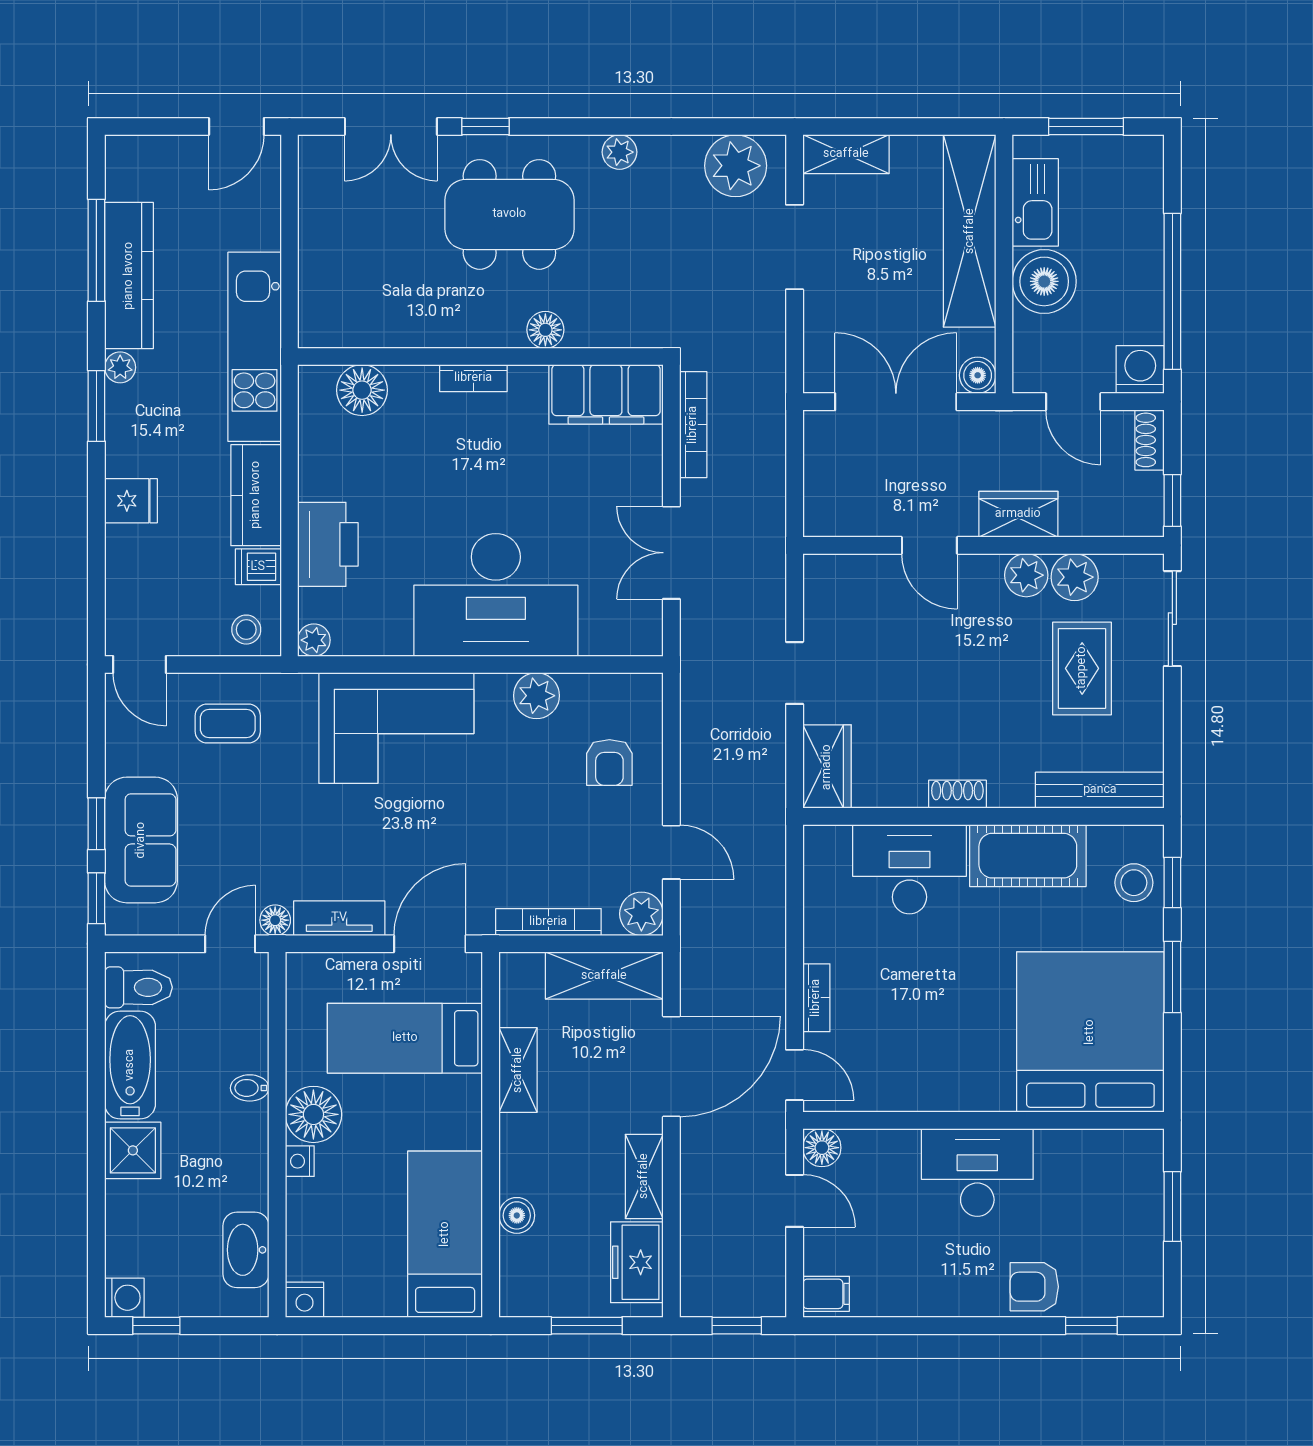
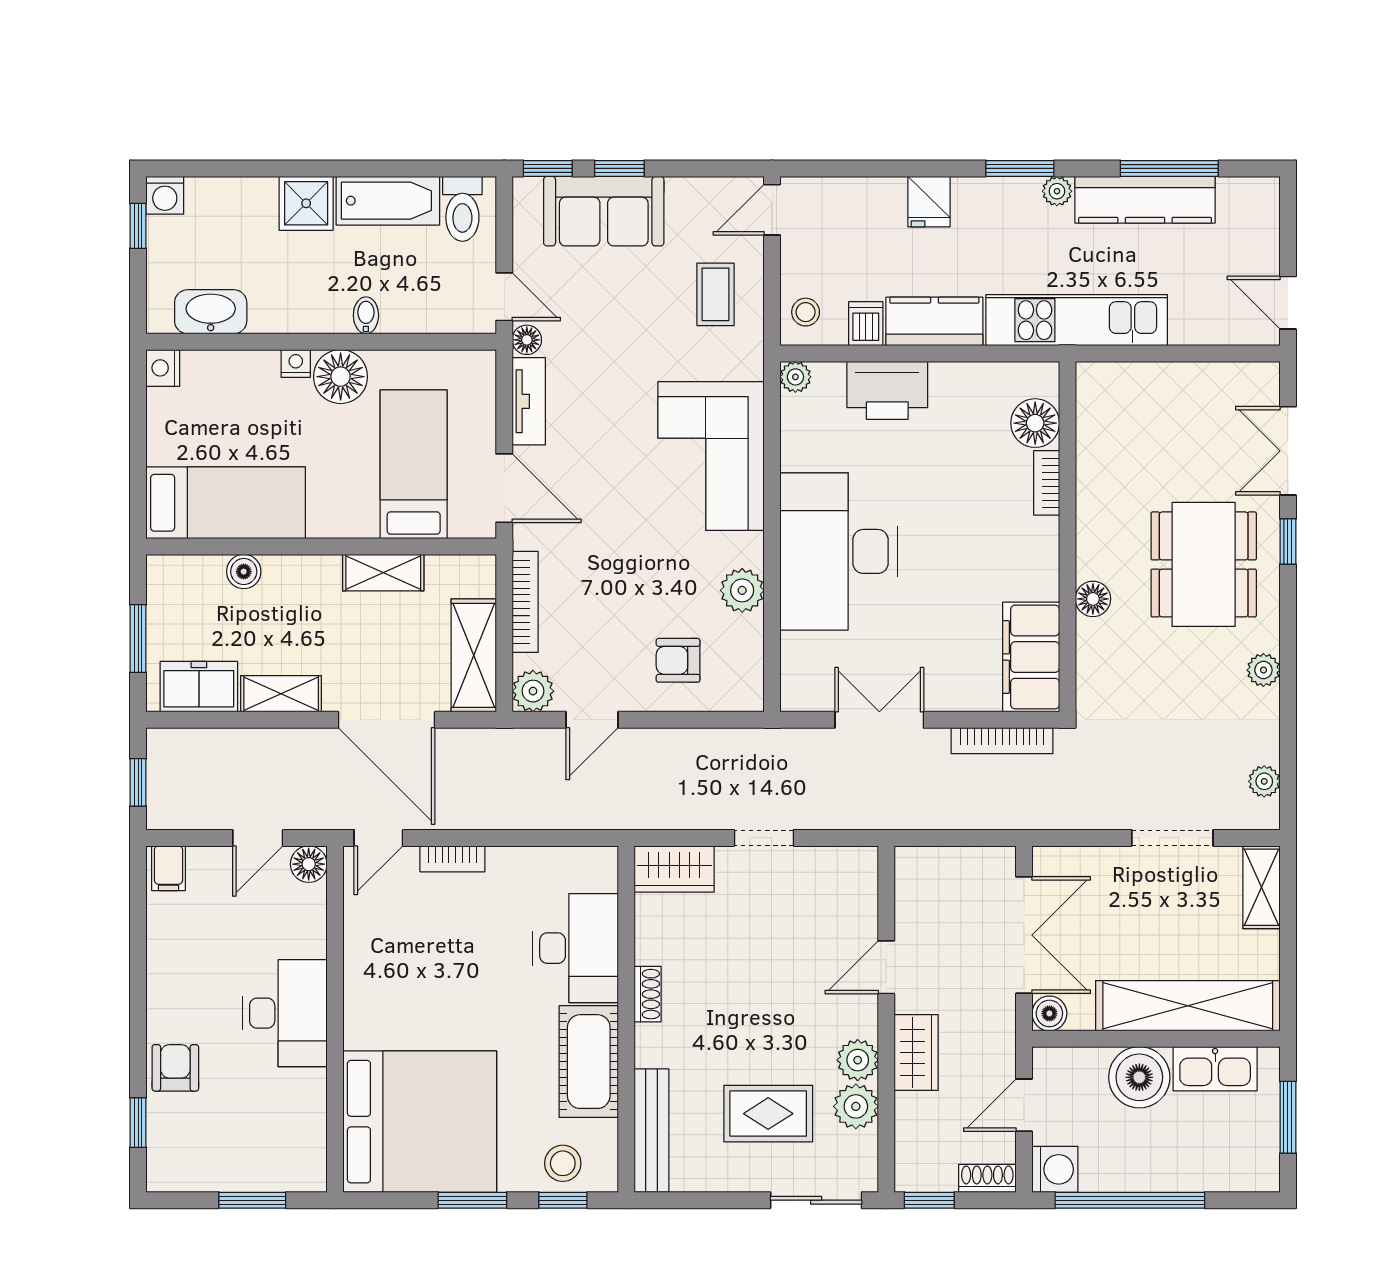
plant: (736, 166) -> (1264, 781), width x0.53, depth x0.53
bookcase: (473, 378) -> (1047, 483), moved

